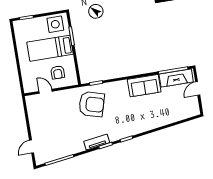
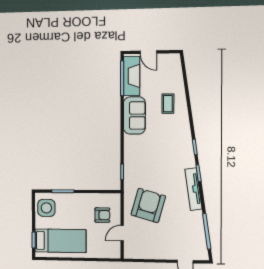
bed: (50, 48) -> (60, 241), moved, turned -90
armchair: (92, 104) -> (148, 205), moved
coffee table: (158, 111) -> (168, 104), added
tv unit: (97, 142) -> (193, 189), width x1.41

